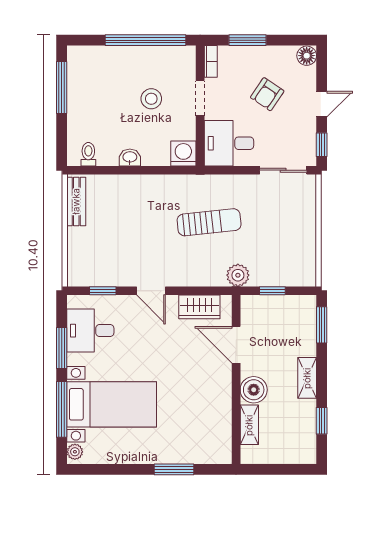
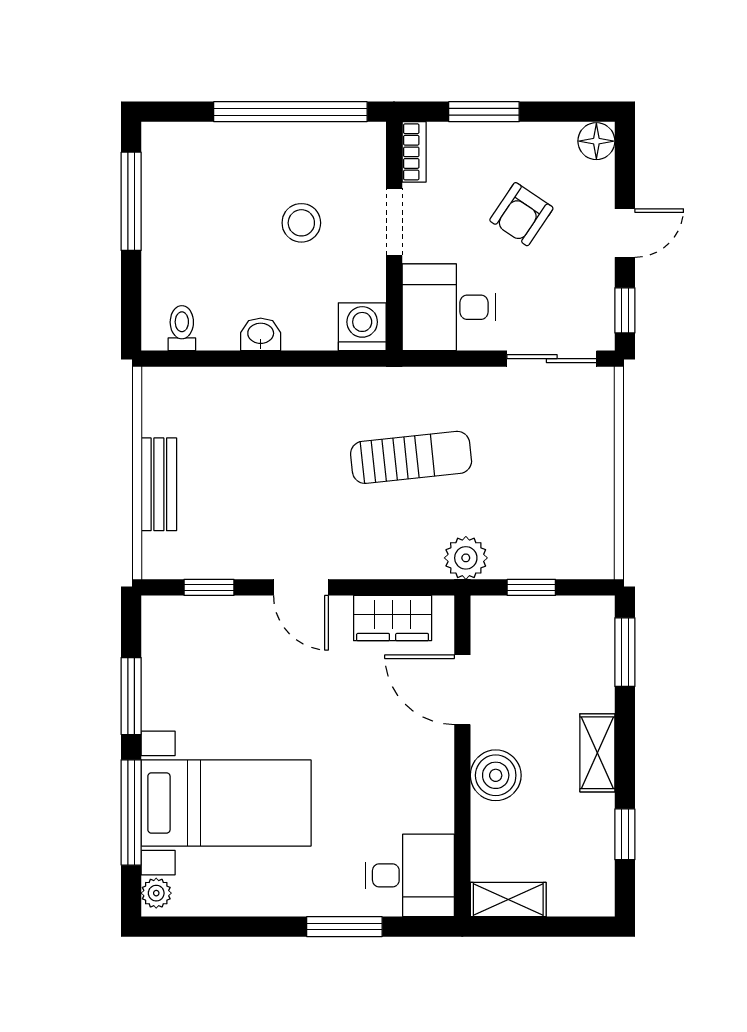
bench: (76, 201) -> (159, 484), moved
desk: (90, 331) -> (410, 875), moved, turned 180
shelving: (249, 425) -> (508, 900), moved, turned 90

